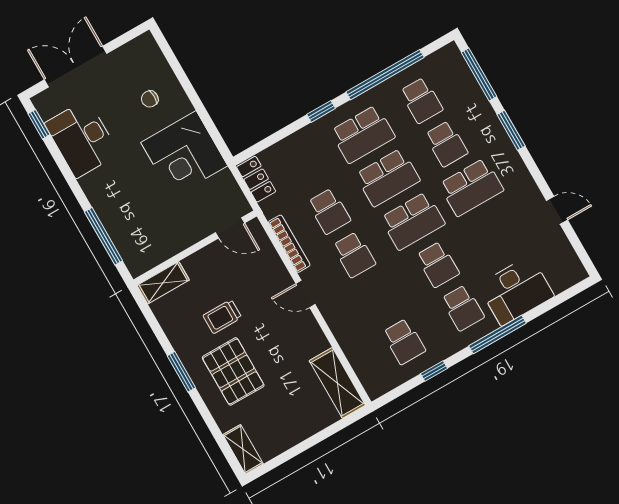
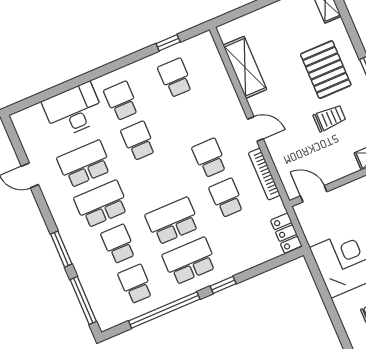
school desk: (413, 221) -> (84, 164), moved
window: (497, 335) -> (94, 74), removed
window: (434, 371) -> (168, 43), moved
shelving: (337, 383) -> (245, 67), moved

